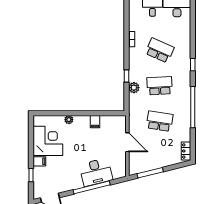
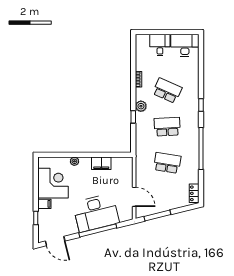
plant: (134, 88) -> (141, 106), moved
filing cabinet: (95, 122) -> (101, 163), width x2.00
door: (127, 142) -> (134, 197), moved
desk: (96, 172) -> (96, 213), width x1.36, depth x1.30

